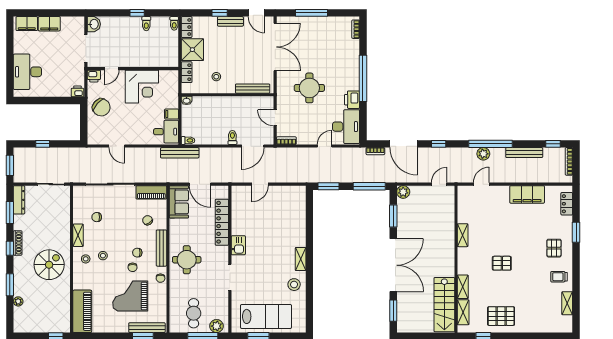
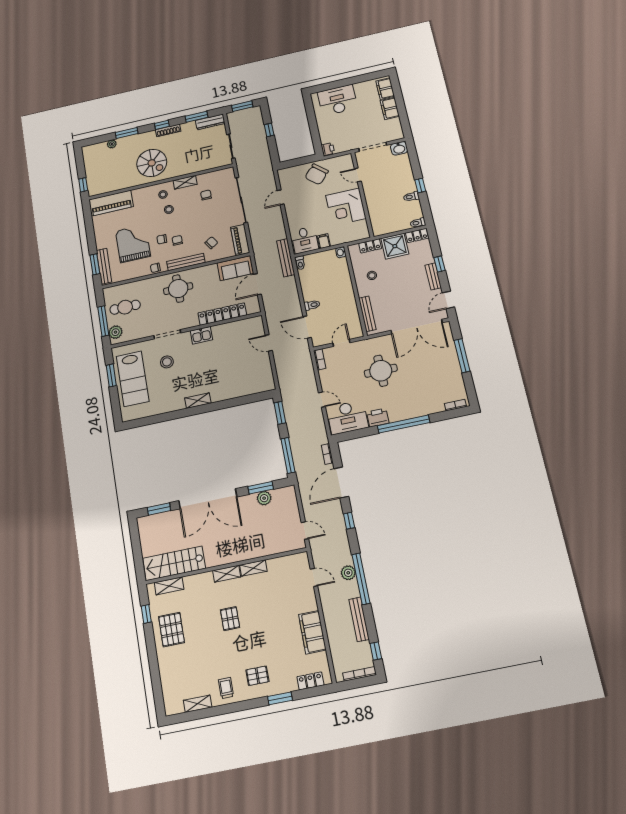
printer: (94, 76) -> (347, 160), removed
plant: (403, 192) -> (264, 498), moved
stool: (294, 285) -> (167, 362), moved
shelving: (463, 287) -> (227, 574), moved

